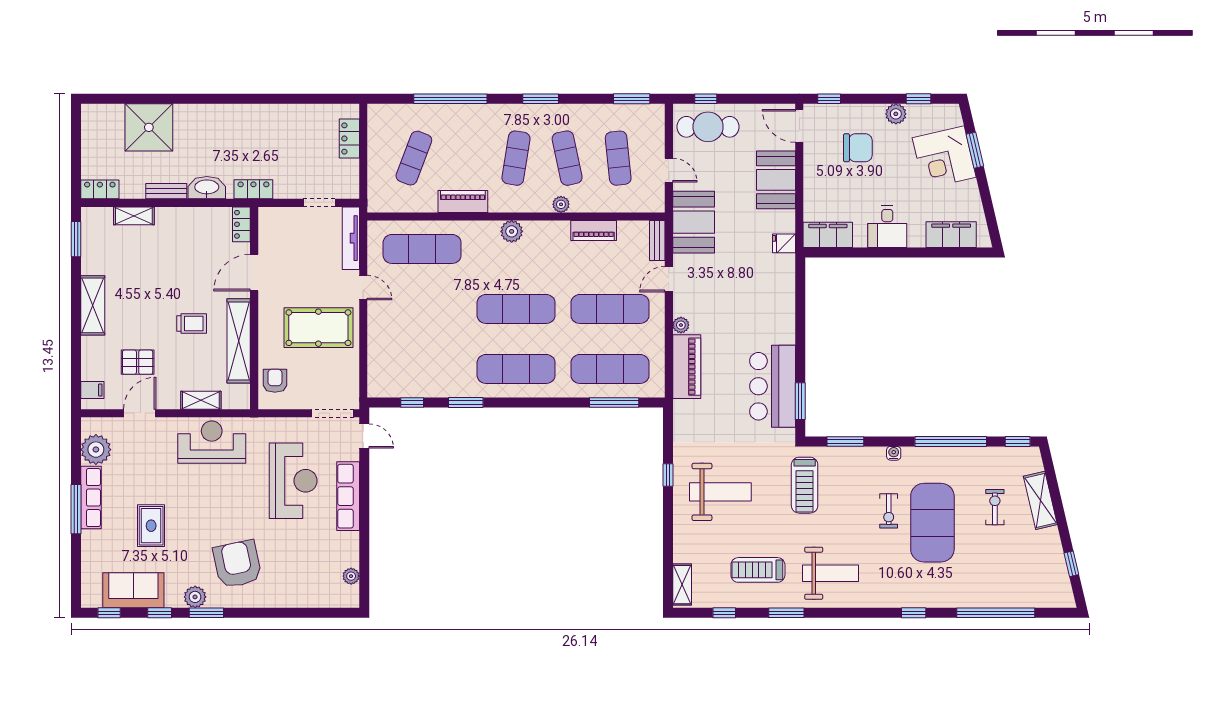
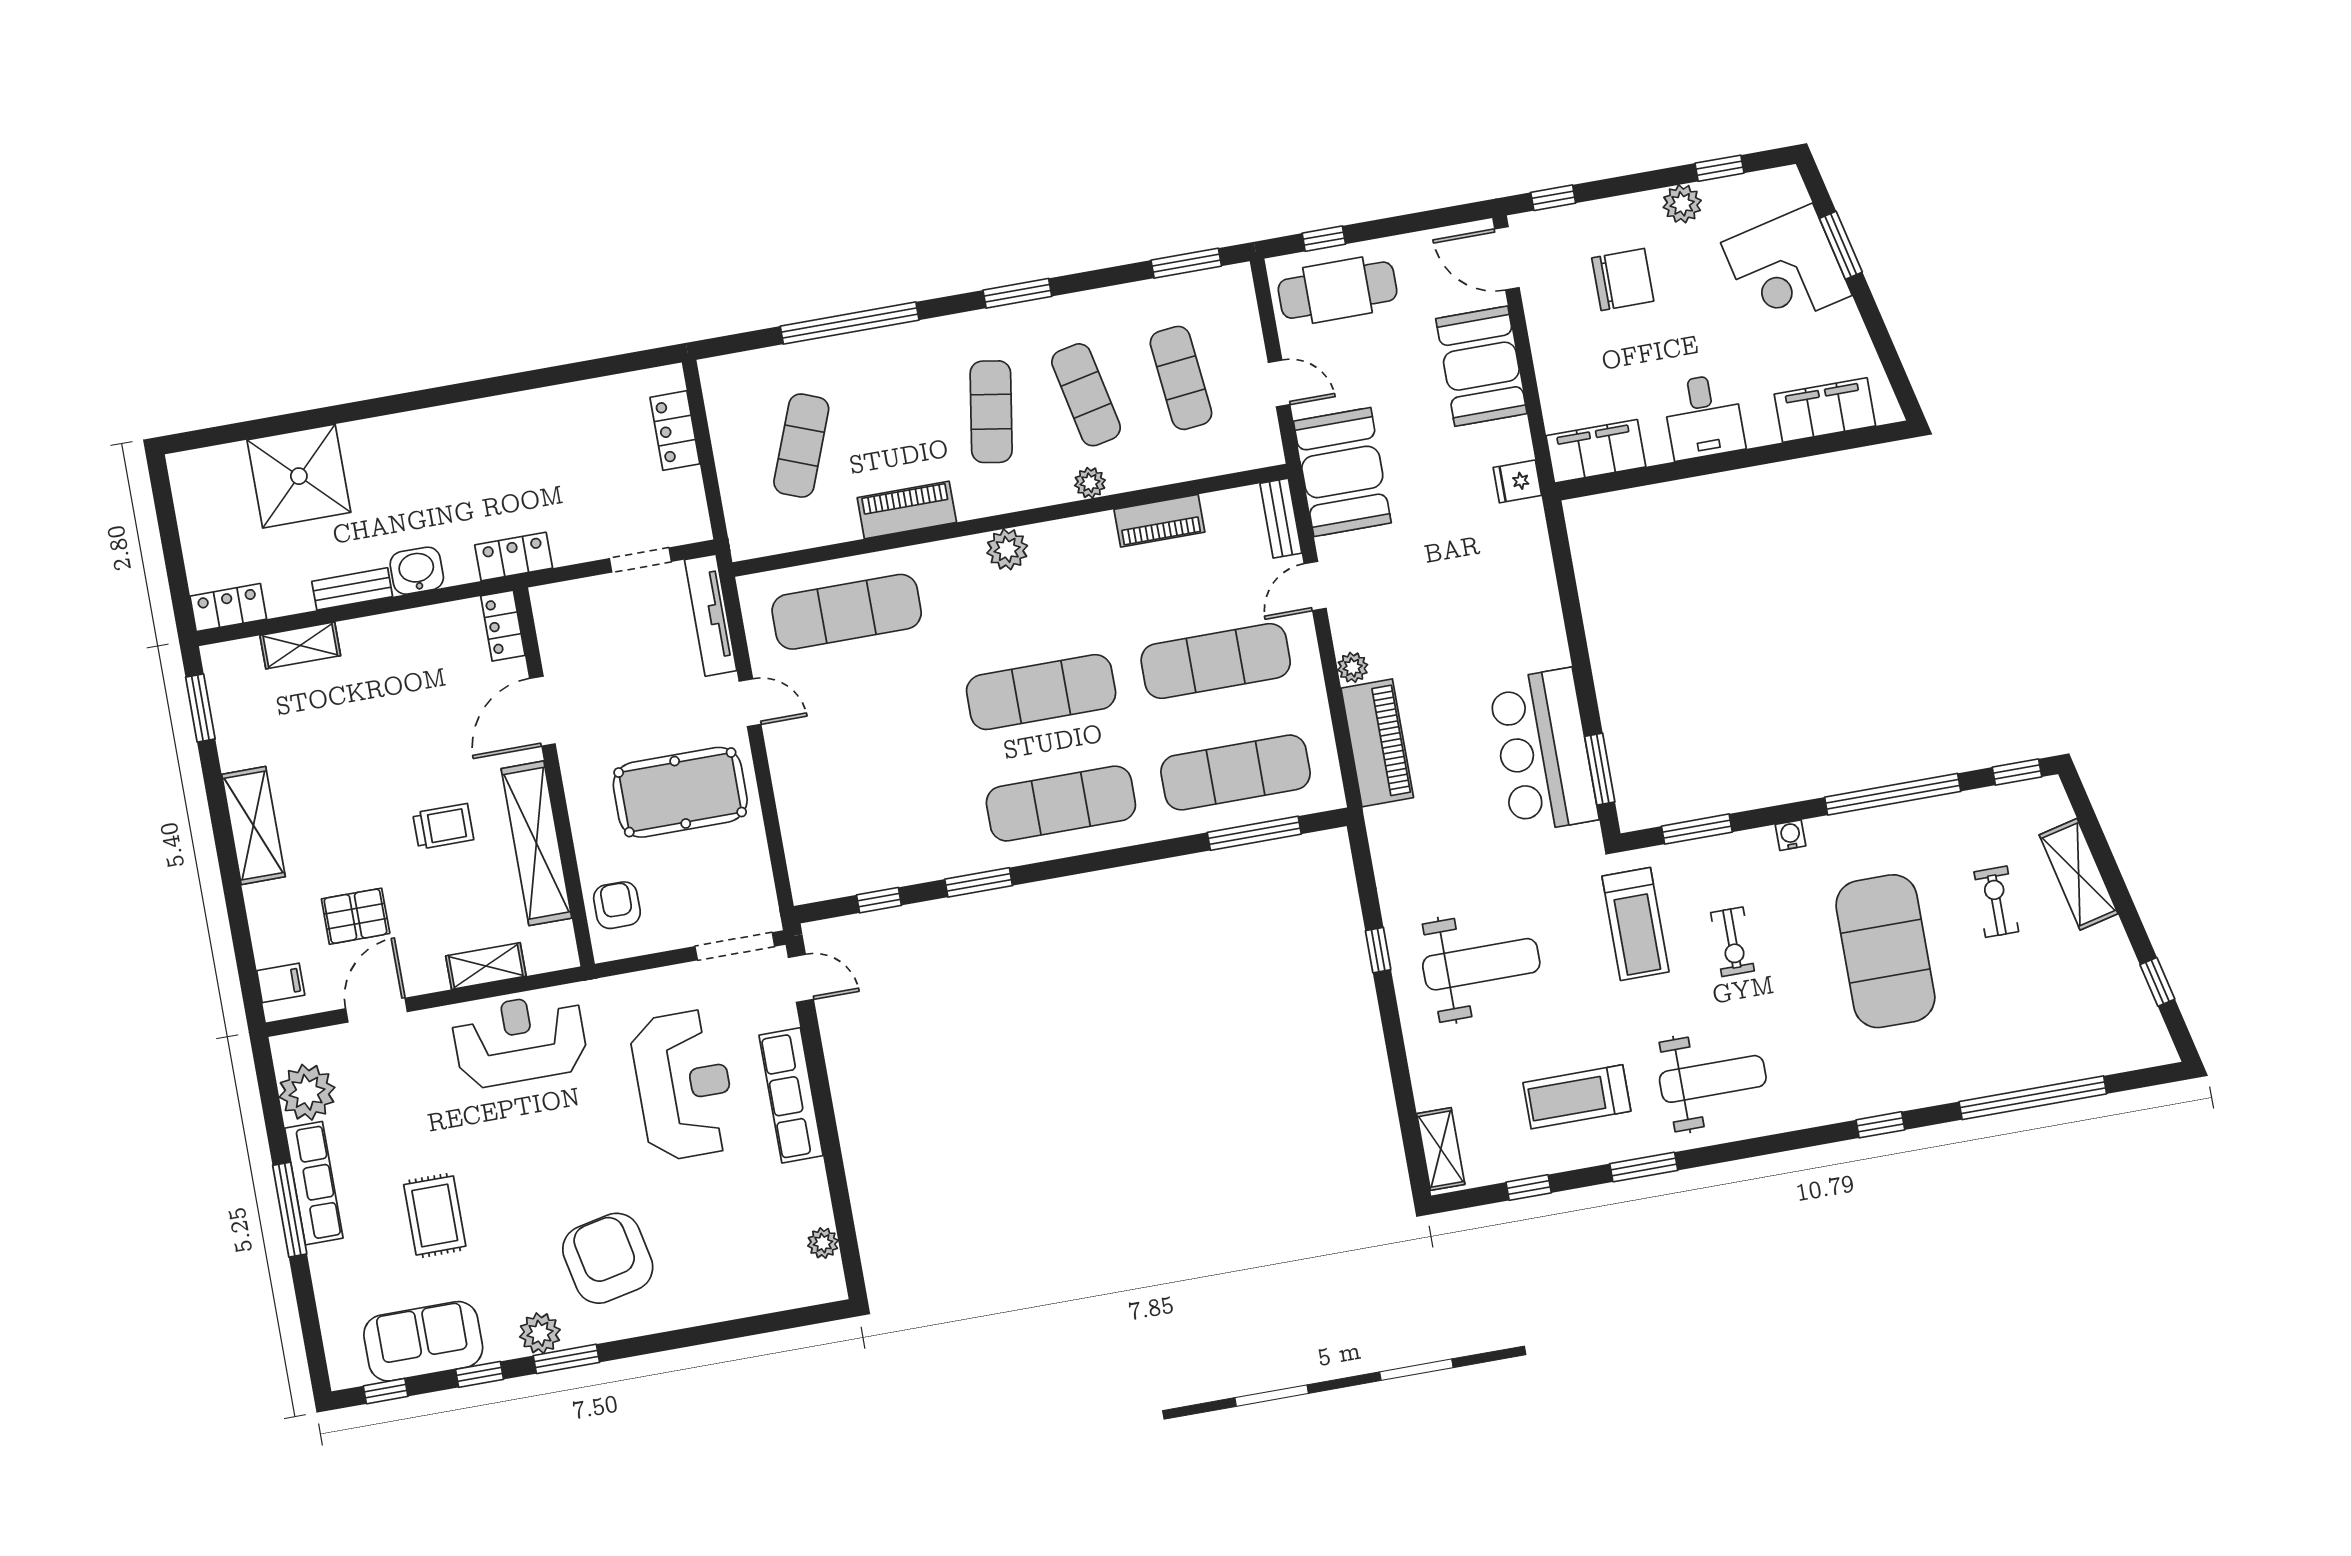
washbasin: (207, 188) -> (417, 571), width x0.72
exercise bike: (889, 511) -> (1732, 942), moved

